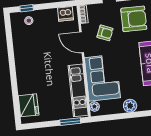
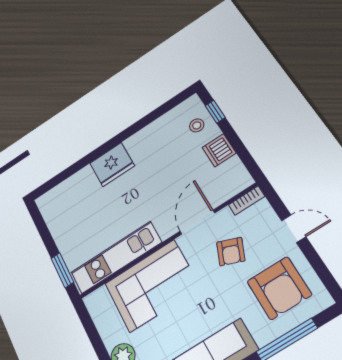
dishwasher: (66, 14) -> (219, 150), moved
fridge: (29, 105) -> (112, 164), moved
plant: (94, 106) -> (100, 296), removed

